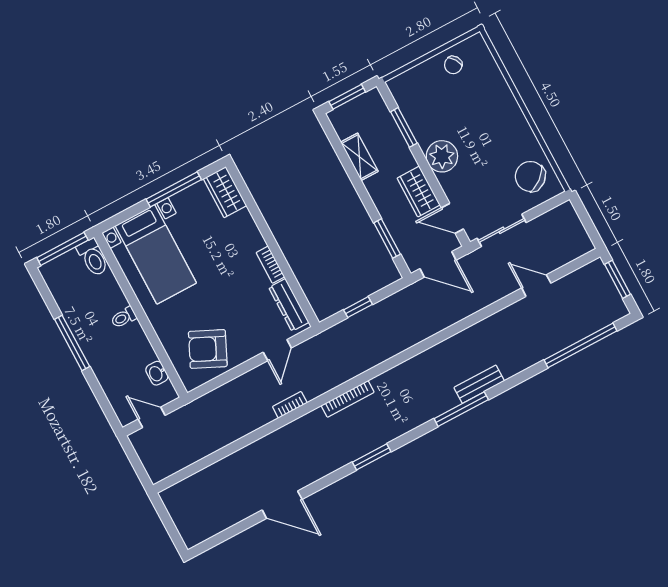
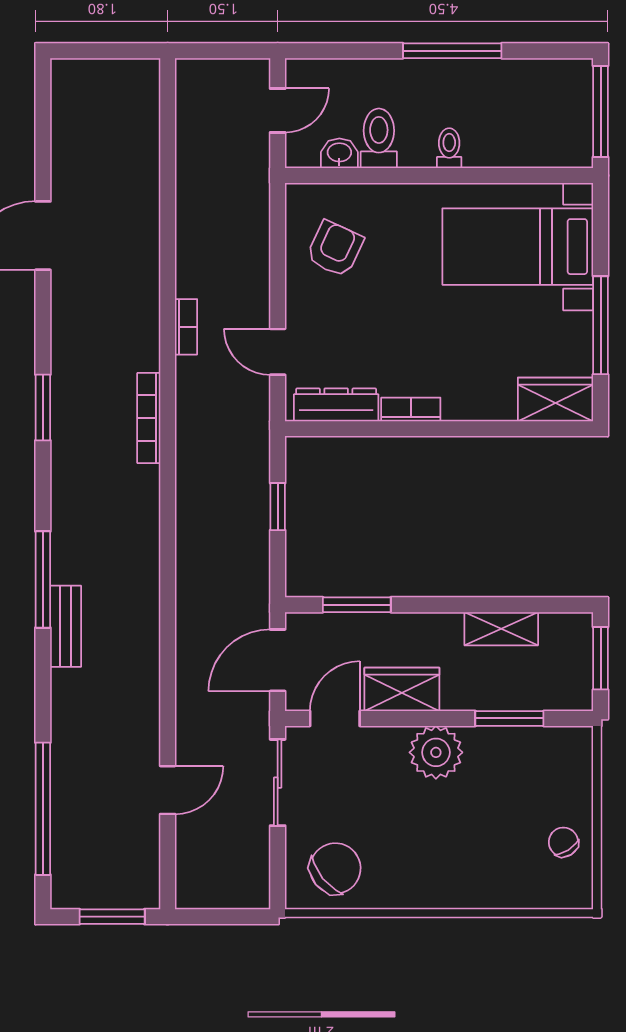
toilet: (93, 257) -> (379, 138), moved, turned 90
armchair: (208, 349) -> (335, 249), width x0.72, depth x0.72

